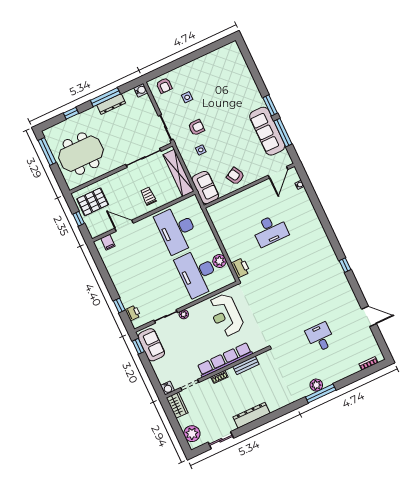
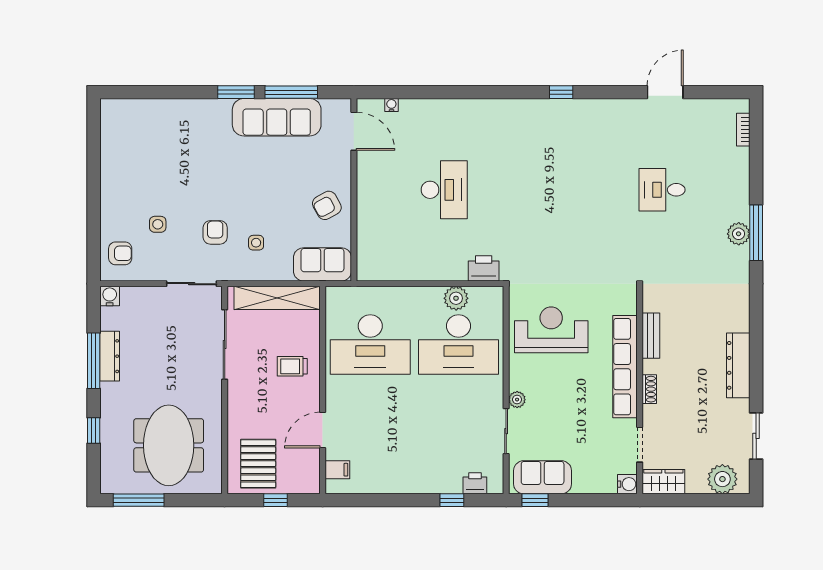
reception desk: (226, 315) -> (551, 330), turned 180

